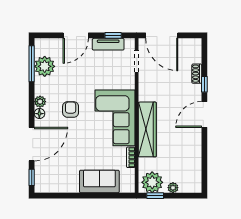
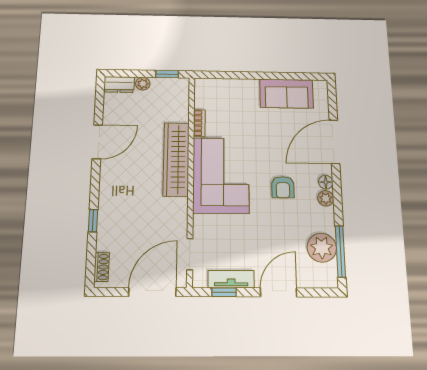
door: (162, 35) -> (152, 292), hinge flipped
shoe rack: (197, 74) -> (102, 267), moved
door: (204, 114) -> (97, 142), moved
window: (32, 177) -> (332, 99), removed
sofa: (99, 182) -> (287, 94), moved
plant: (152, 182) -> (171, 91), removed
dresser: (190, 187) -> (119, 85), added

